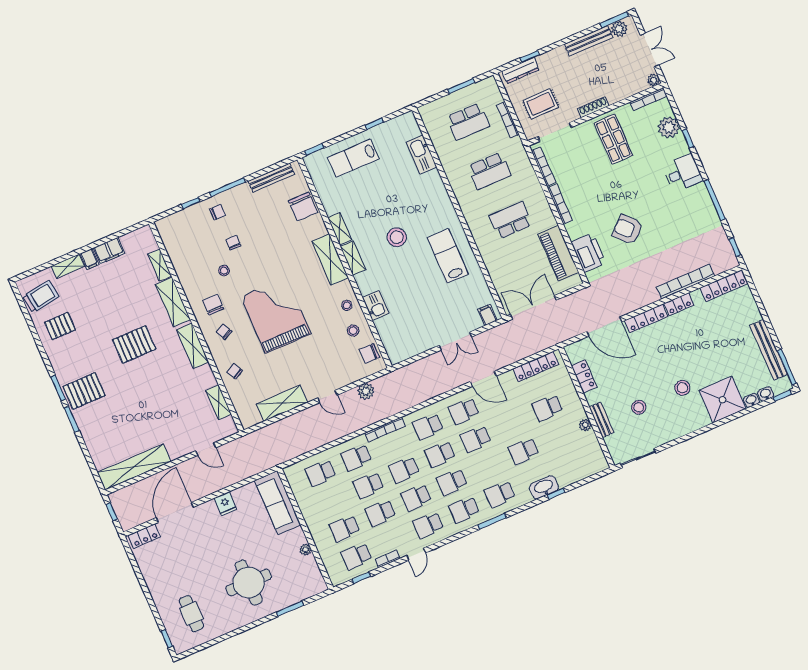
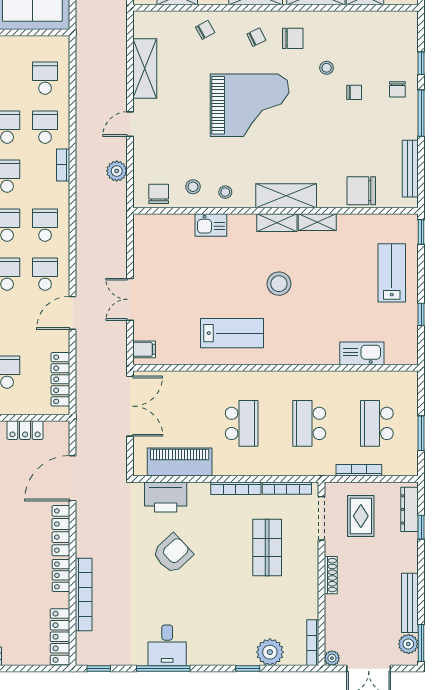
shop shelf: (613, 139) -> (267, 548), moved, turned 90
desk: (683, 173) -> (167, 645), moved
bookcase: (385, 430) -> (63, 165), width x0.64

